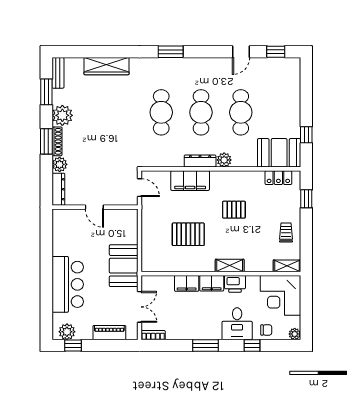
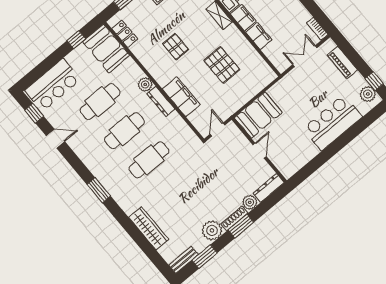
bar counter: (286, 86) -> (53, 85), added
booth: (124, 266) -> (258, 115), moved

